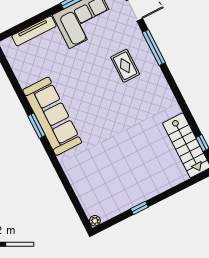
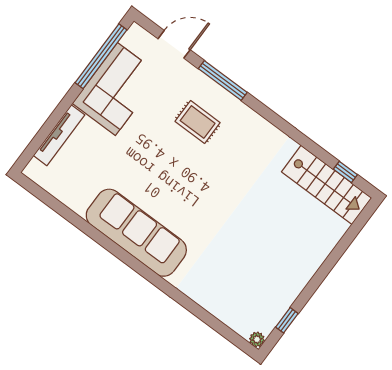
window: (37, 126) -> (122, 255), removed
window: (139, 208) -> (287, 320), moved

